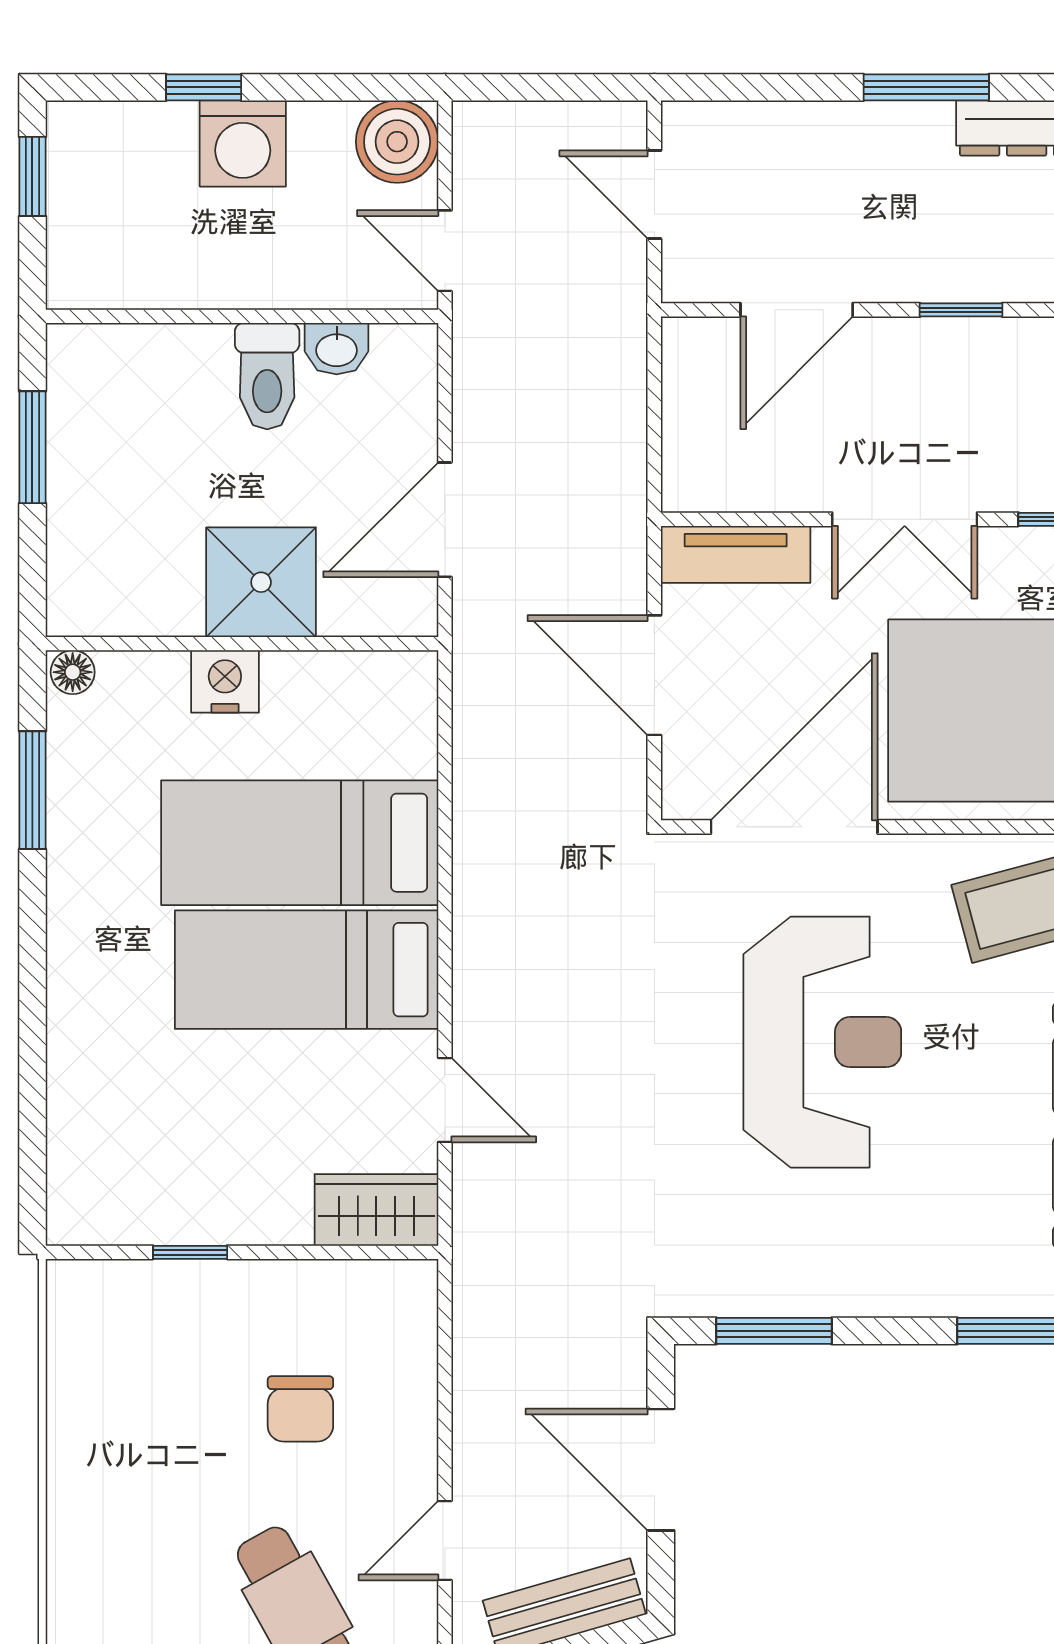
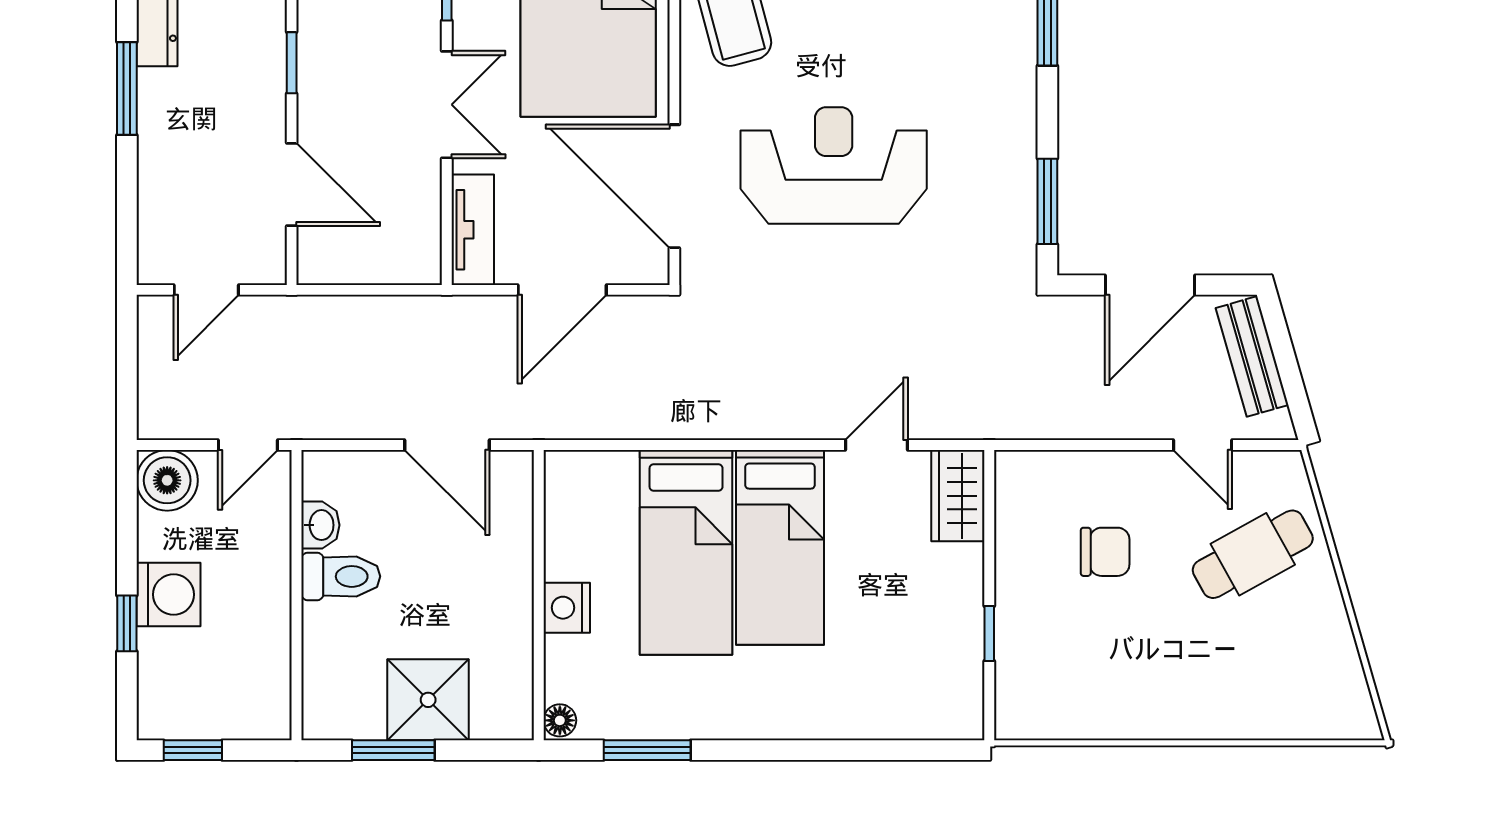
shower: (261, 582) -> (428, 700), moved

